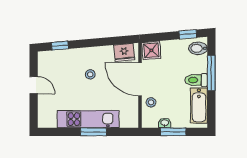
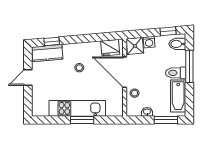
washing machine: (167, 46) -> (149, 42), added
kitchen counter: (55, 58) -> (47, 53), added
door: (34, 85) -> (28, 77), swing flipped
window: (173, 132) -> (166, 120), moved

